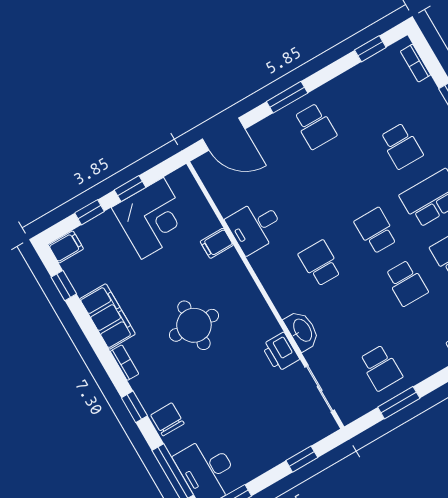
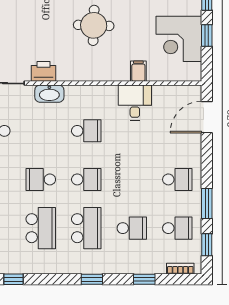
school desk: (371, 94) -> (177, 228), added
window: (287, 97) -> (207, 204), moved
school desk: (315, 126) -> (177, 179), turned 180
school desk: (401, 146) -> (132, 228), turned 180

